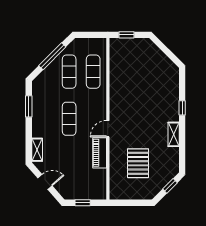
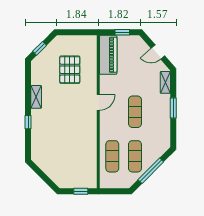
window: (29, 106) -> (173, 108), moved
piano: (100, 153) -> (108, 55), moved, width x1.37, depth x1.33

